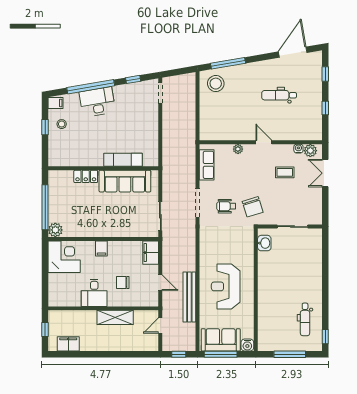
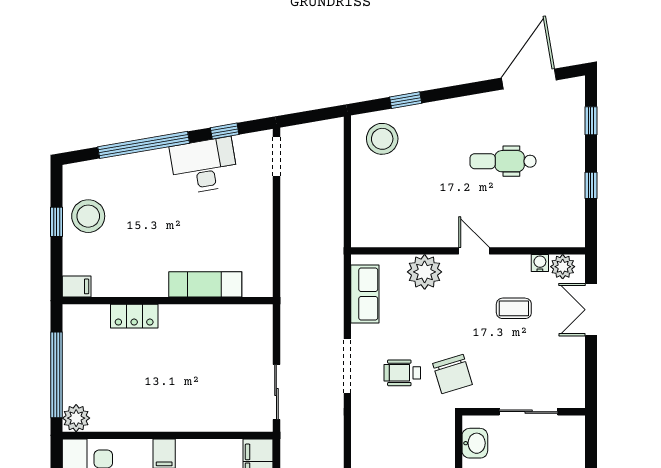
window: (228, 63) -> (406, 100), width x0.46
desk: (97, 102) -> (204, 166), moved
filing cabinet: (56, 103) -> (77, 286), moved
stool: (62, 124) -> (88, 216), width x1.89, depth x1.89
plant: (238, 149) -> (425, 272), width x1.88, depth x1.88
sofa: (125, 181) -> (209, 325), removed

